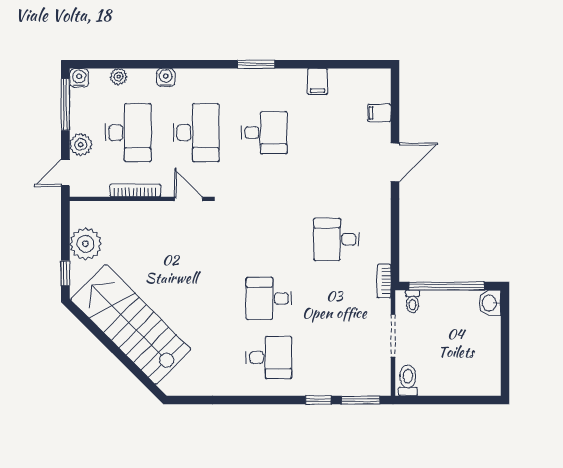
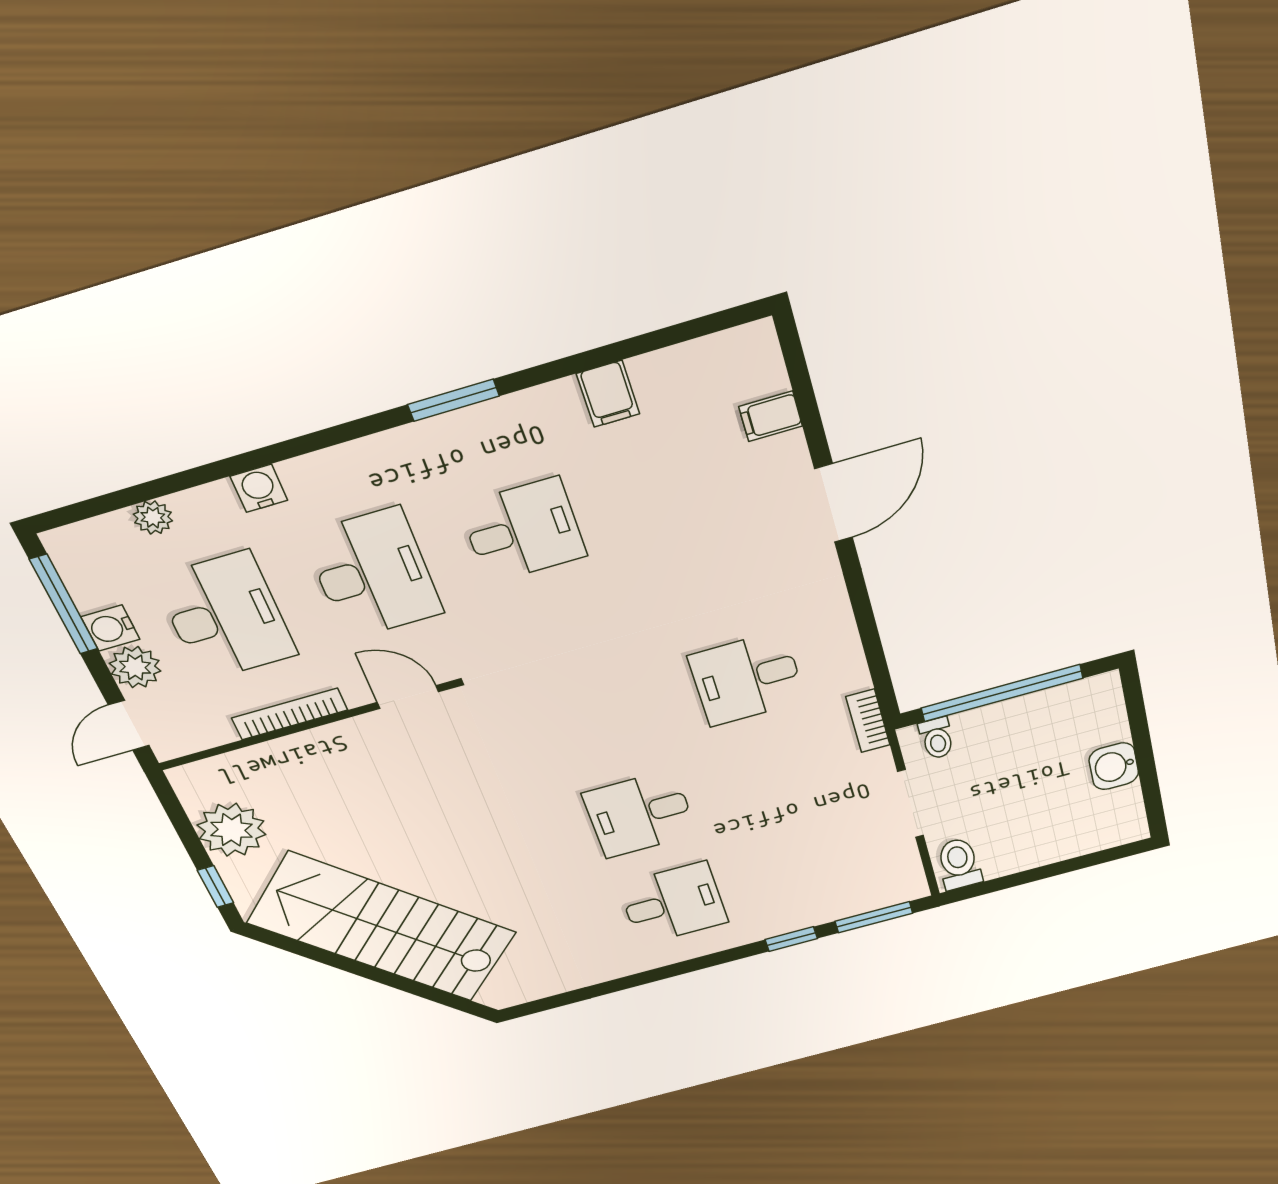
water cooler: (79, 78) -> (110, 628), moved, turned -90
washbasin: (490, 303) -> (1114, 766), moved

